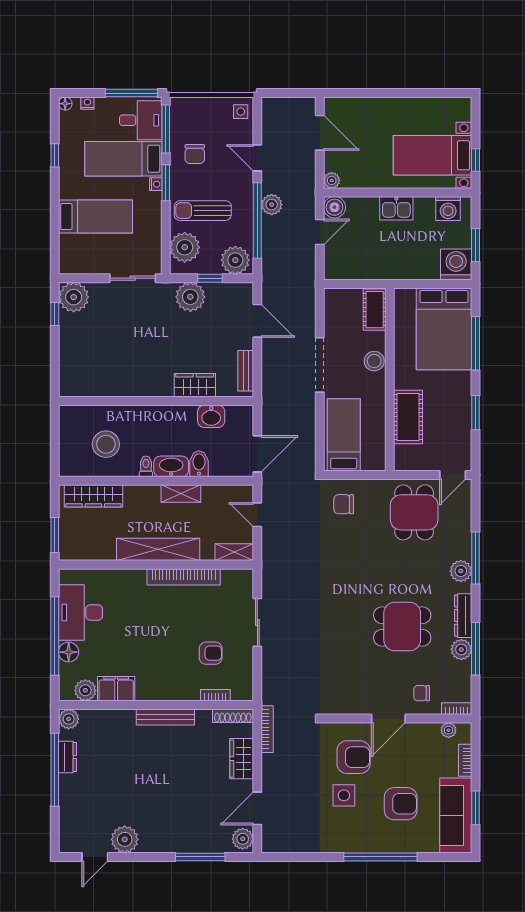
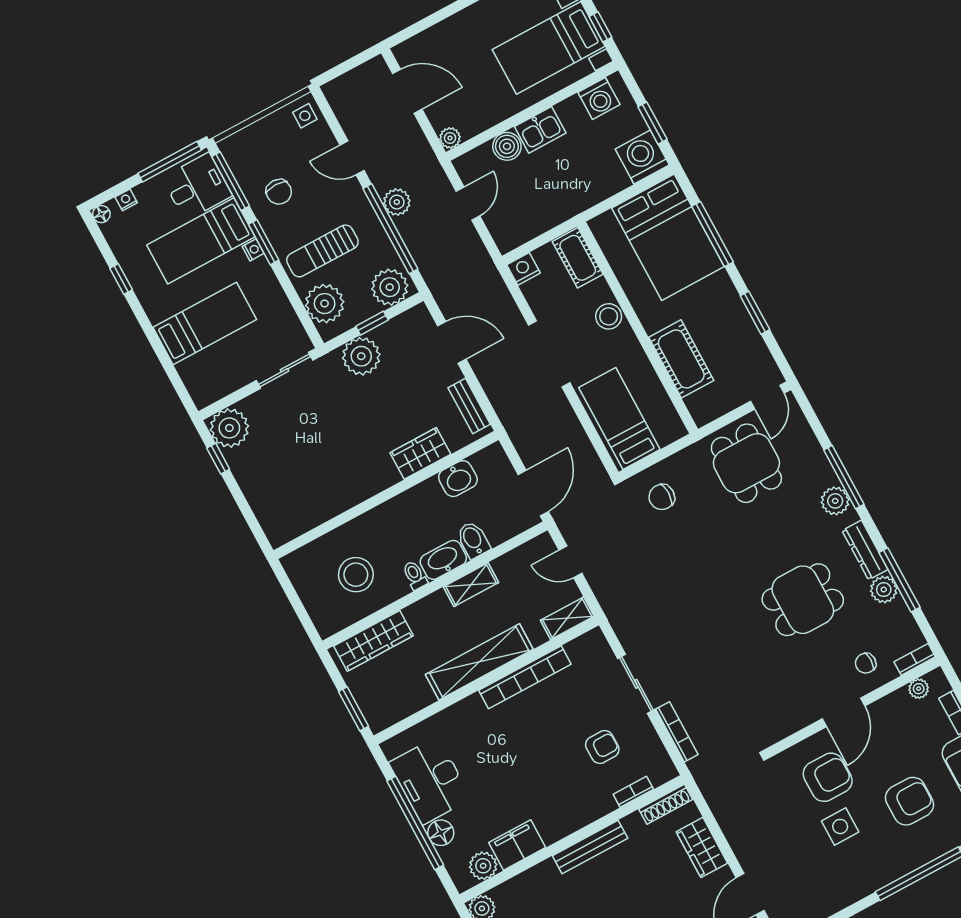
boiler: (334, 207) -> (507, 146), moved
nightstand: (334, 297) -> (523, 269), added
bookcase: (267, 729) -> (677, 732), moved

